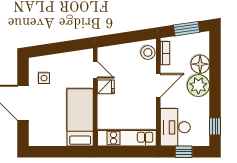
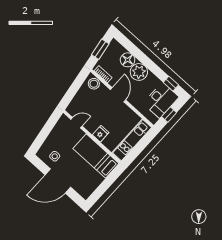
fridge: (106, 87) -> (101, 134), moved
desk: (175, 127) -> (161, 100), moved, turned -90

